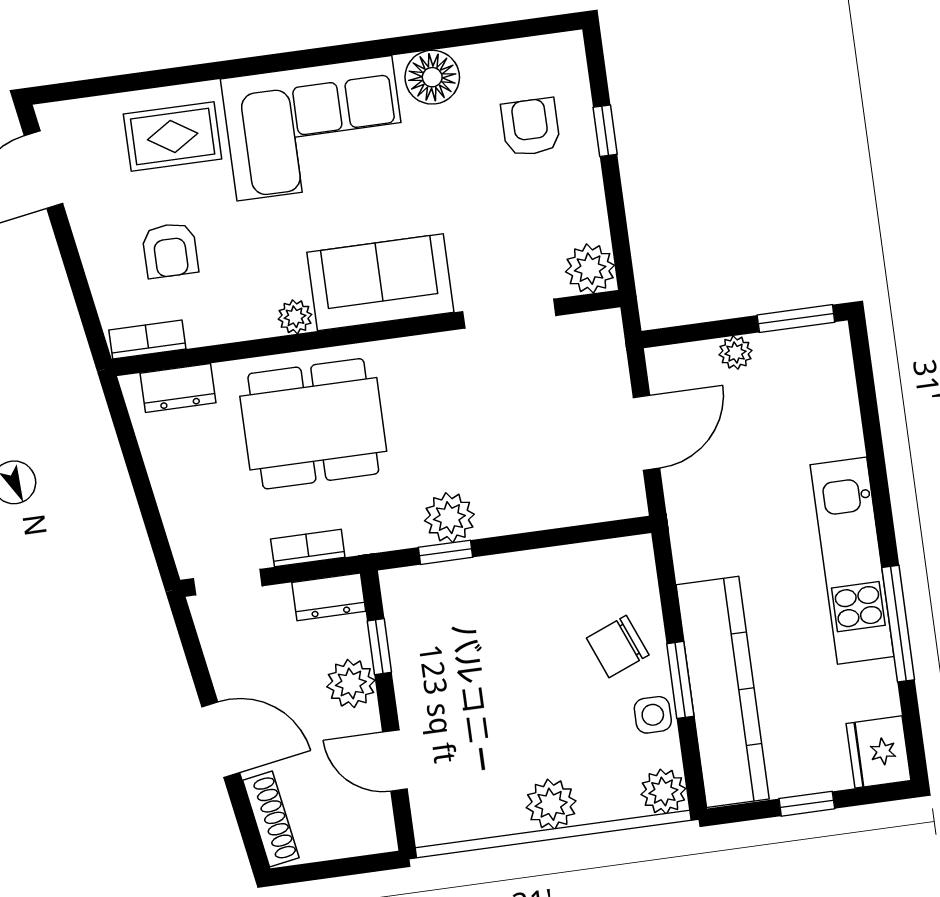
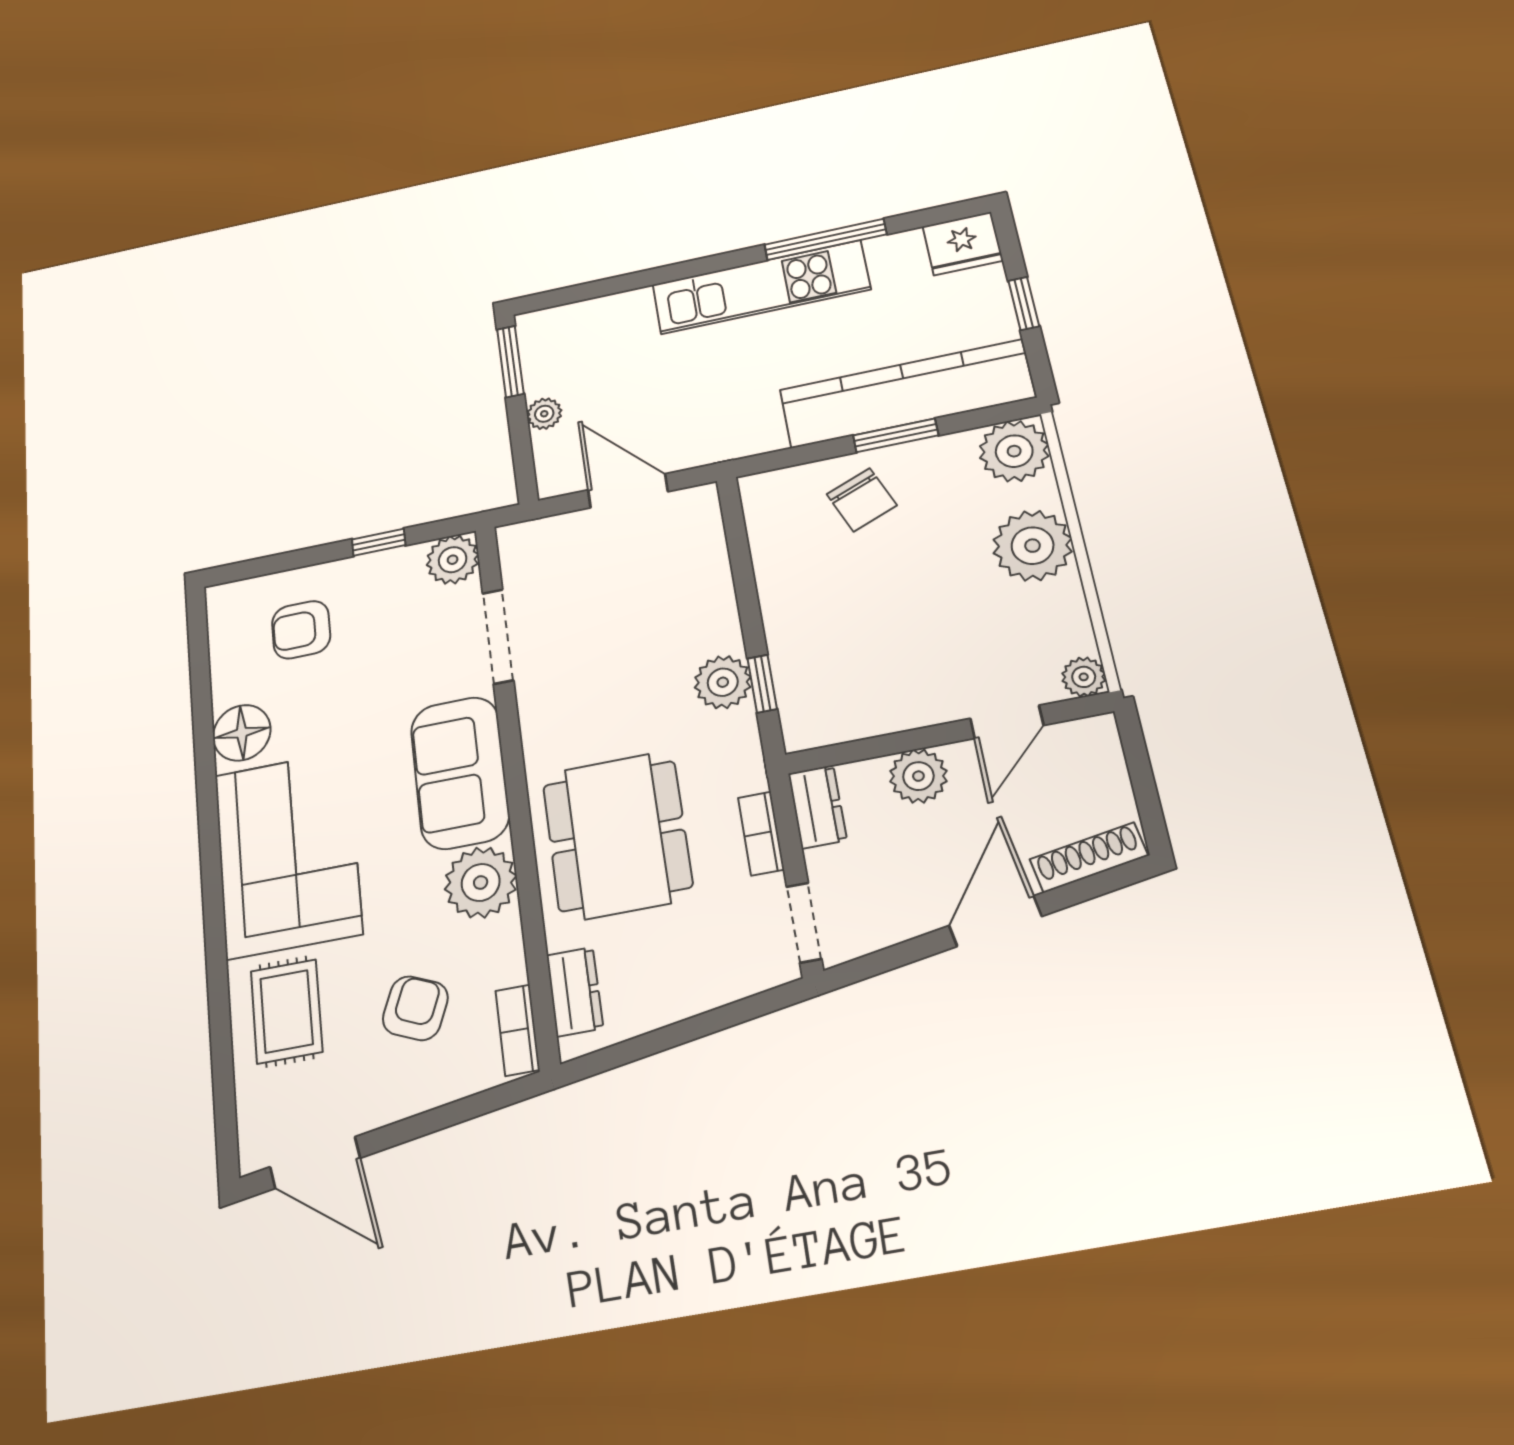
window: (605, 131) -> (379, 542), moved
armchair: (170, 250) -> (415, 1008), turned -67
plant: (295, 317) -> (481, 882), width x1.88, depth x1.88
window: (379, 647) -> (873, 748), removed
side table: (653, 715) -> (936, 459), removed
plant: (663, 792) -> (1014, 451), width x1.36, depth x1.36
plant: (551, 804) -> (1033, 546), width x1.36, depth x1.36
plant: (431, 828) -> (1084, 677), added

